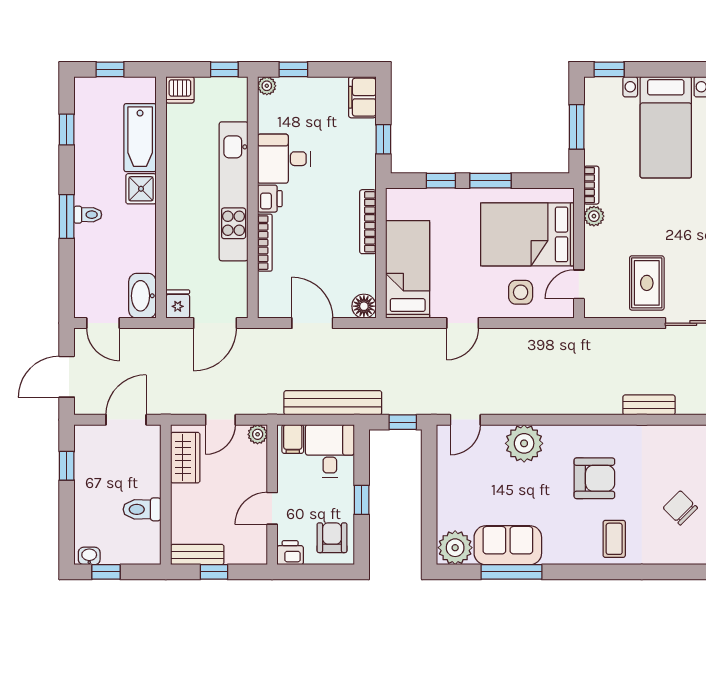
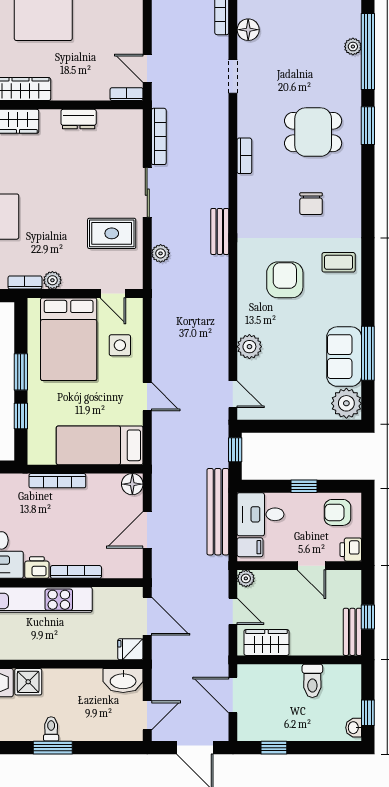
plant: (624, 338) -> (161, 253), added
plant: (524, 443) -> (249, 347), width x0.73, depth x0.73
chair: (680, 508) -> (311, 204), turned -45

